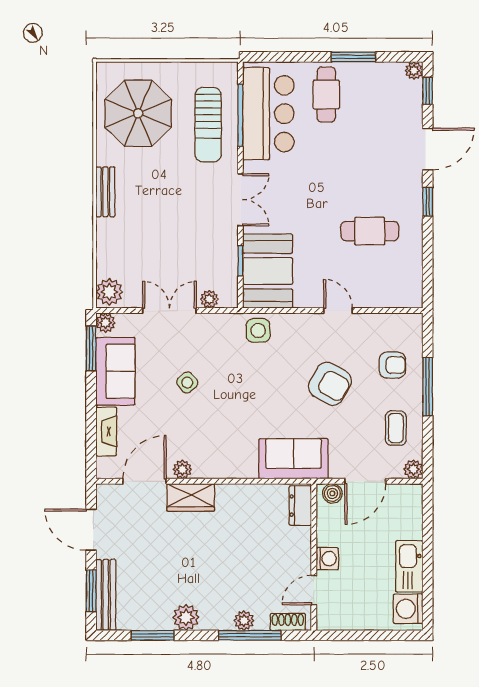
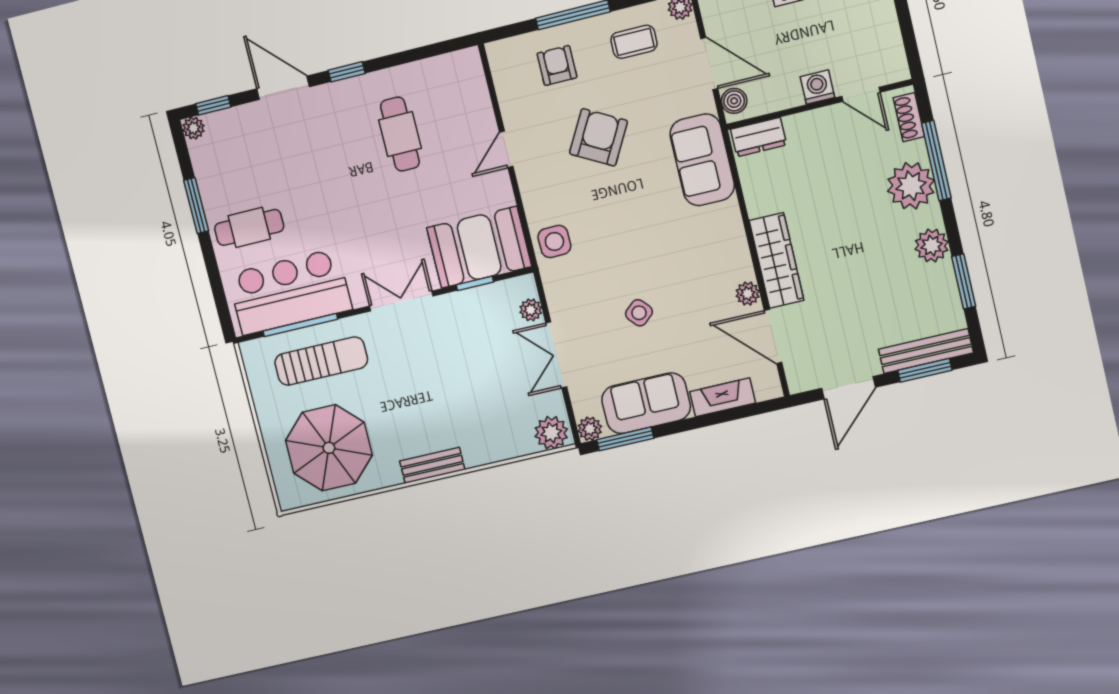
wardrobe: (191, 497) -> (777, 260), width x1.50
plant: (244, 621) -> (911, 186), width x1.88, depth x1.88

